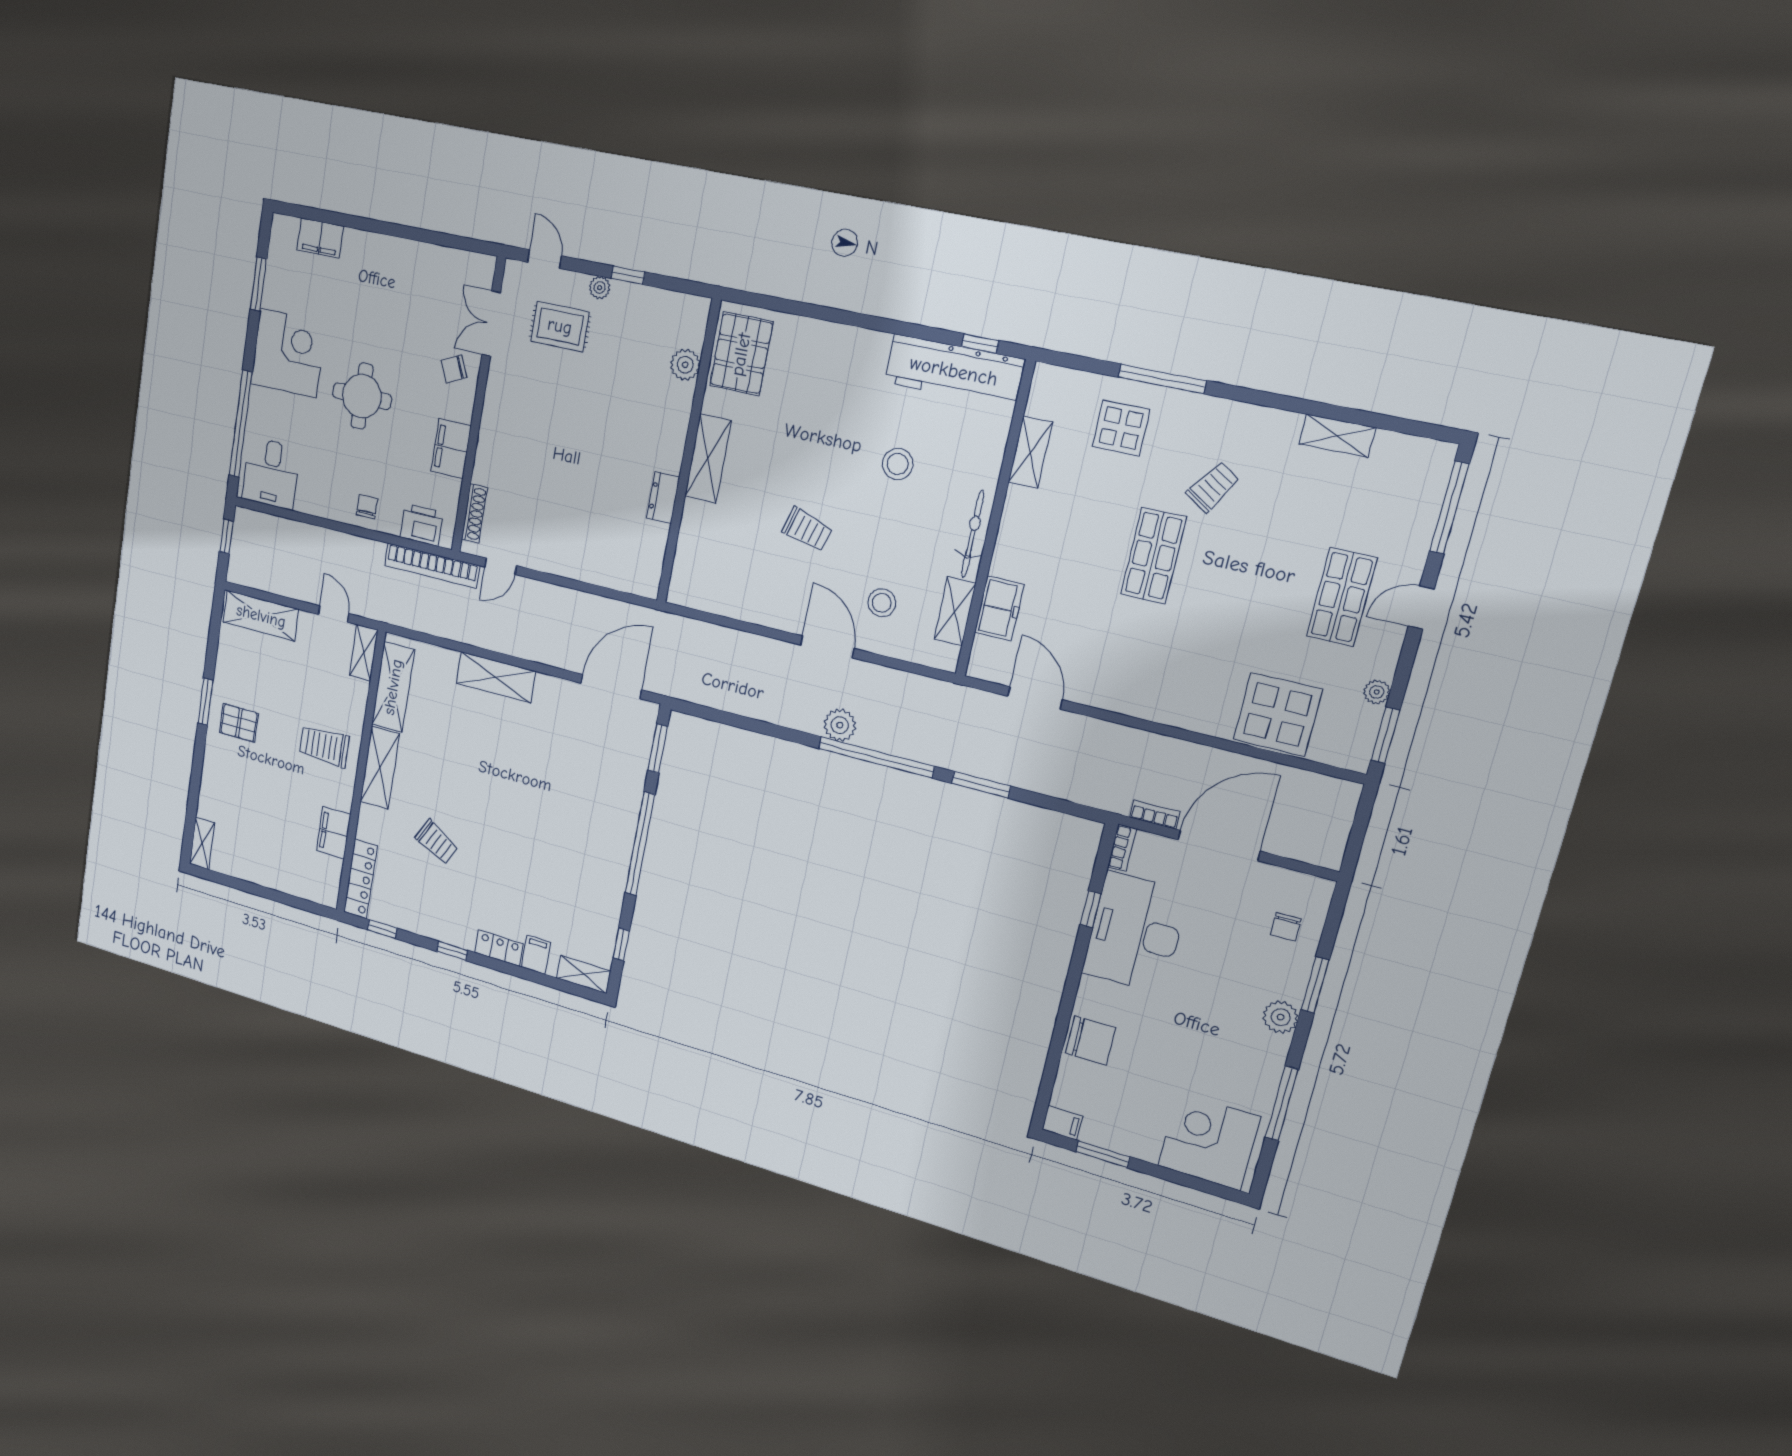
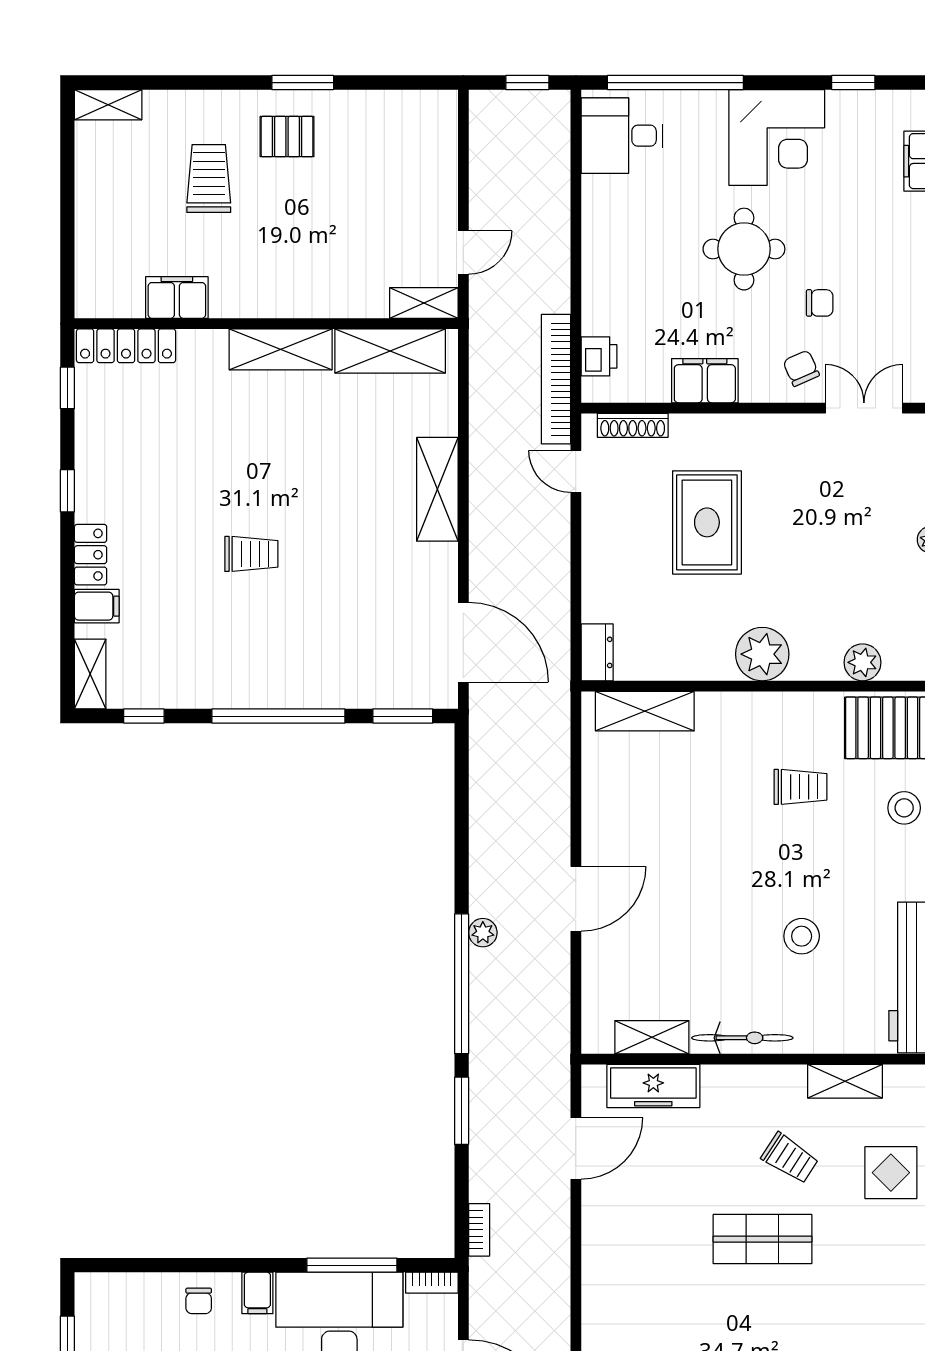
window: (258, 284) -> (853, 83), width x0.67
rug: (560, 326) -> (707, 522), moved, width x1.36, depth x1.43
plant: (663, 448) -> (762, 654), added
shelving: (708, 459) -> (645, 711), moved
trolley: (1213, 487) -> (790, 1158), moved
dresser: (663, 498) -> (597, 652), moved, turned 90
chair: (367, 507) -> (820, 303), moved
printer: (421, 525) -> (599, 356), width x0.73, depth x0.81
trolley: (807, 529) -> (800, 787), moved, turned -106
stool: (882, 603) -> (904, 808), moved
freezer: (999, 608) -> (653, 1086), width x1.40
shelving: (261, 616) -> (437, 148), removed
pallet: (239, 723) -> (287, 137), turned 90
plant: (840, 725) -> (483, 933), width x0.73, depth x0.73
trolley: (324, 746) -> (209, 178), moved
bookcase: (1155, 815) -> (479, 1230), moved
trolley: (437, 842) -> (251, 554), moved, turned -118
window: (1091, 909) -> (352, 1265), width x2.17
chair: (1090, 1040) -> (199, 1301), width x0.54, depth x0.54
filing cabinet: (1062, 1123) -> (257, 1293), moved

